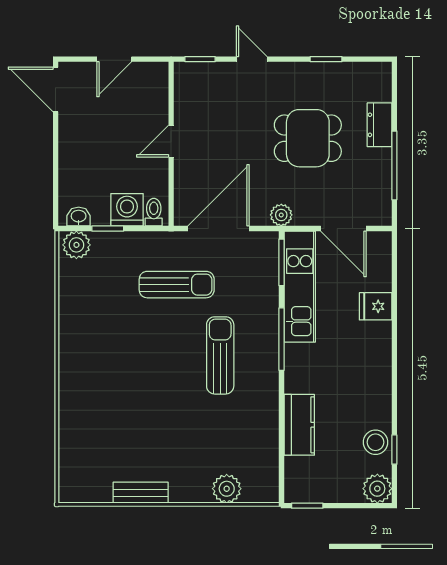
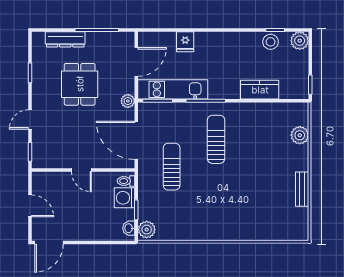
dresser: (379, 125) -> (65, 39), width x1.44
sun lounger: (220, 355) -> (216, 139), turned 90

